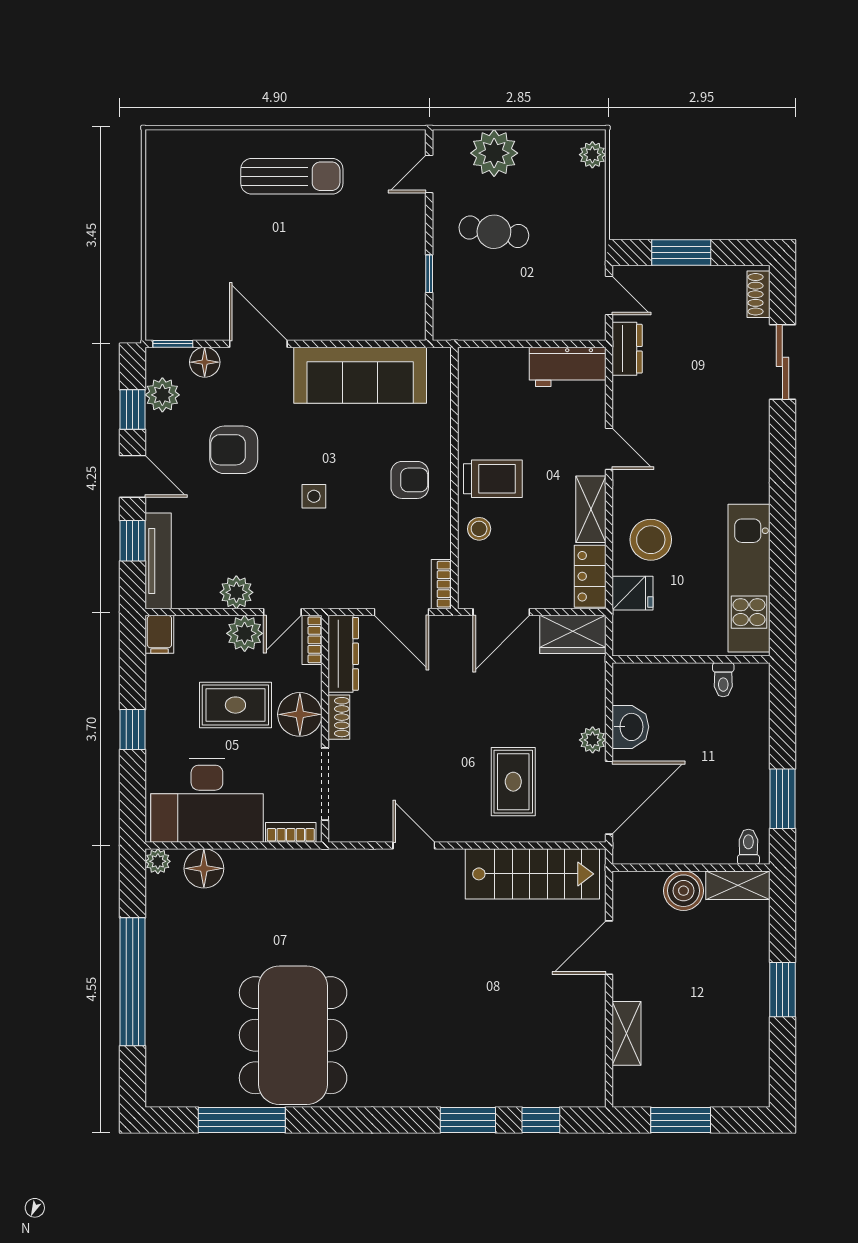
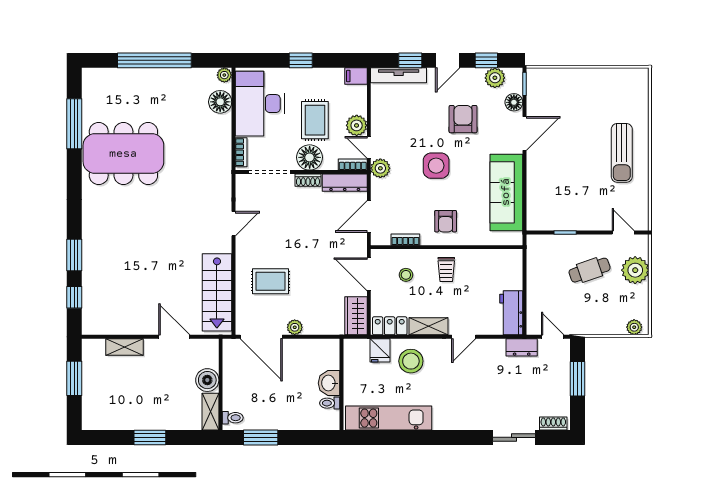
cafe table: (494, 232) -> (590, 270), turned 61
door: (609, 296) -> (553, 337), swing flipped
trolley: (493, 479) -> (446, 269), width x0.73, depth x0.72
side table: (314, 496) -> (436, 166), width x1.87, depth x1.87
stool: (479, 529) -> (406, 275), moved
bookcase: (441, 584) -> (405, 240), moved
plant: (236, 592) -> (380, 168), moved
washbasin: (630, 727) -> (329, 383), moved, turned 90

